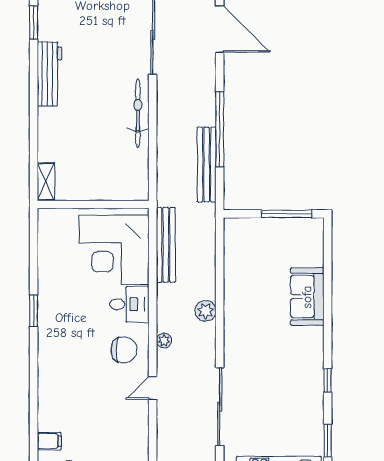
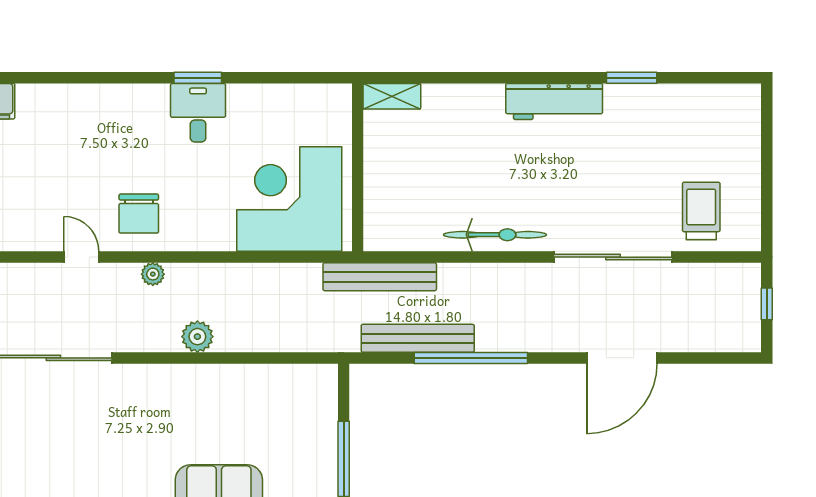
bench: (166, 245) -> (380, 277), moved
desk: (129, 304) -> (198, 113), moved, turned 180

